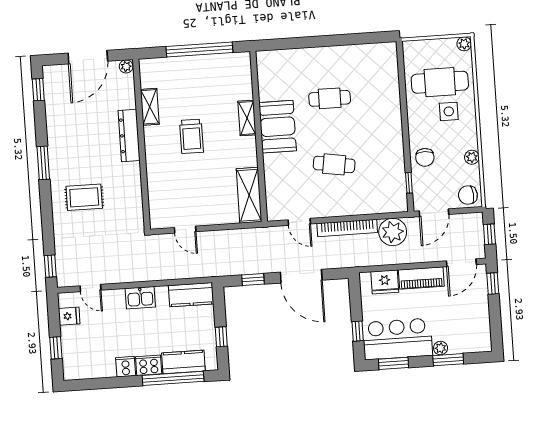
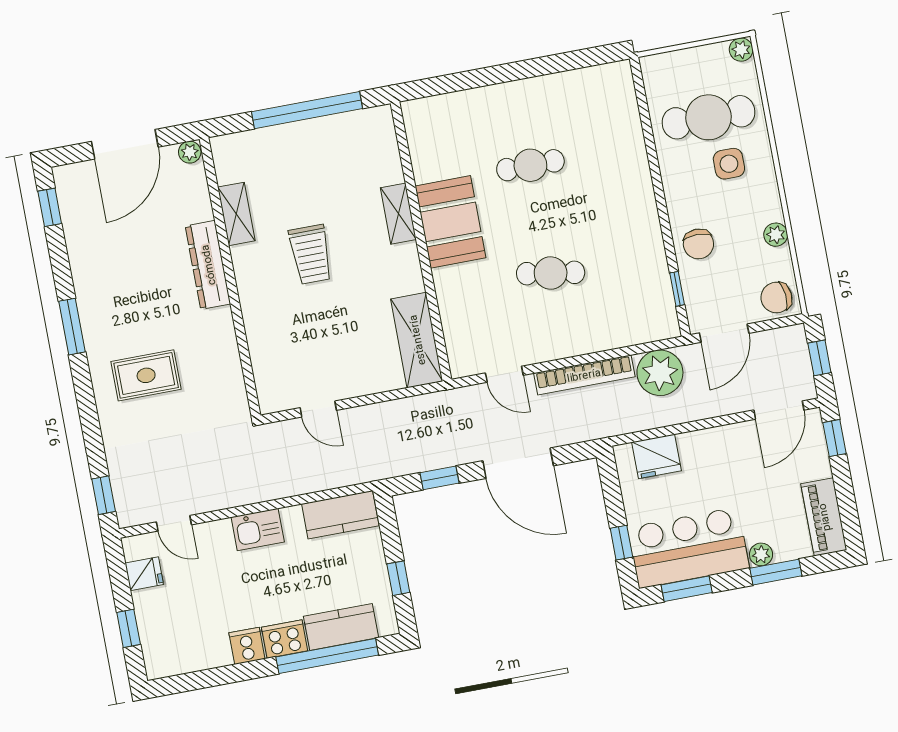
piano: (421, 278) -> (824, 517), moved, turned 90

